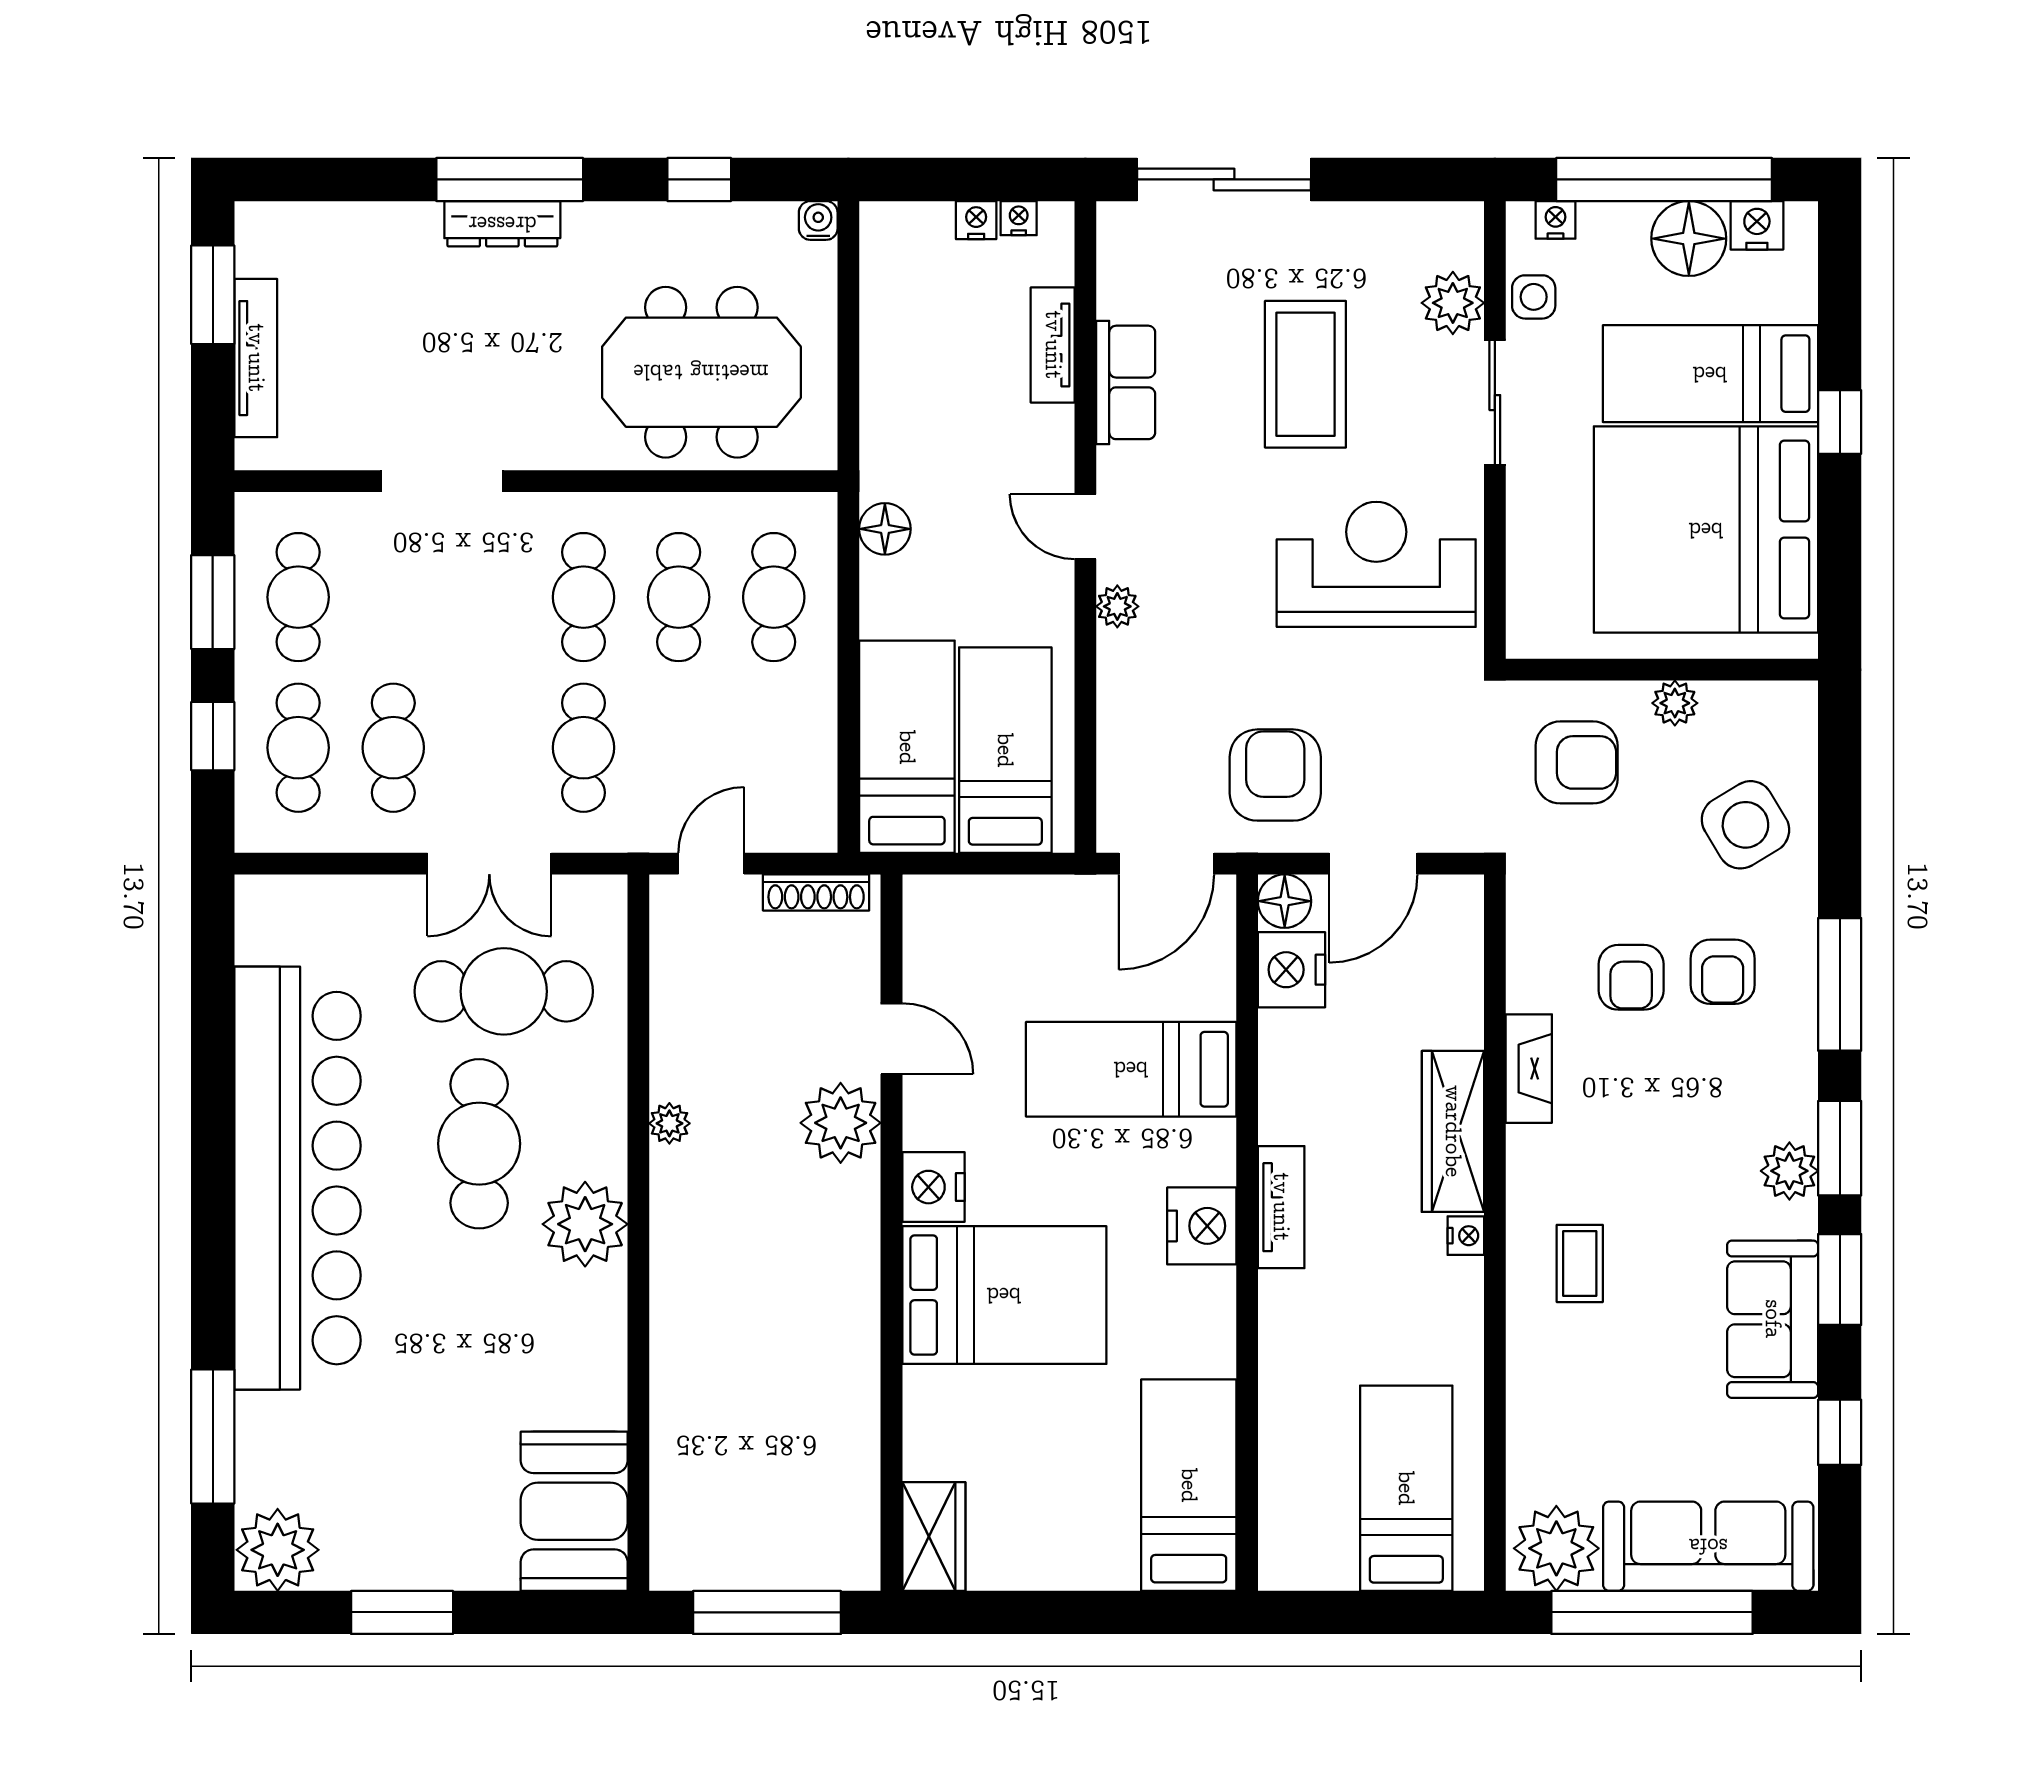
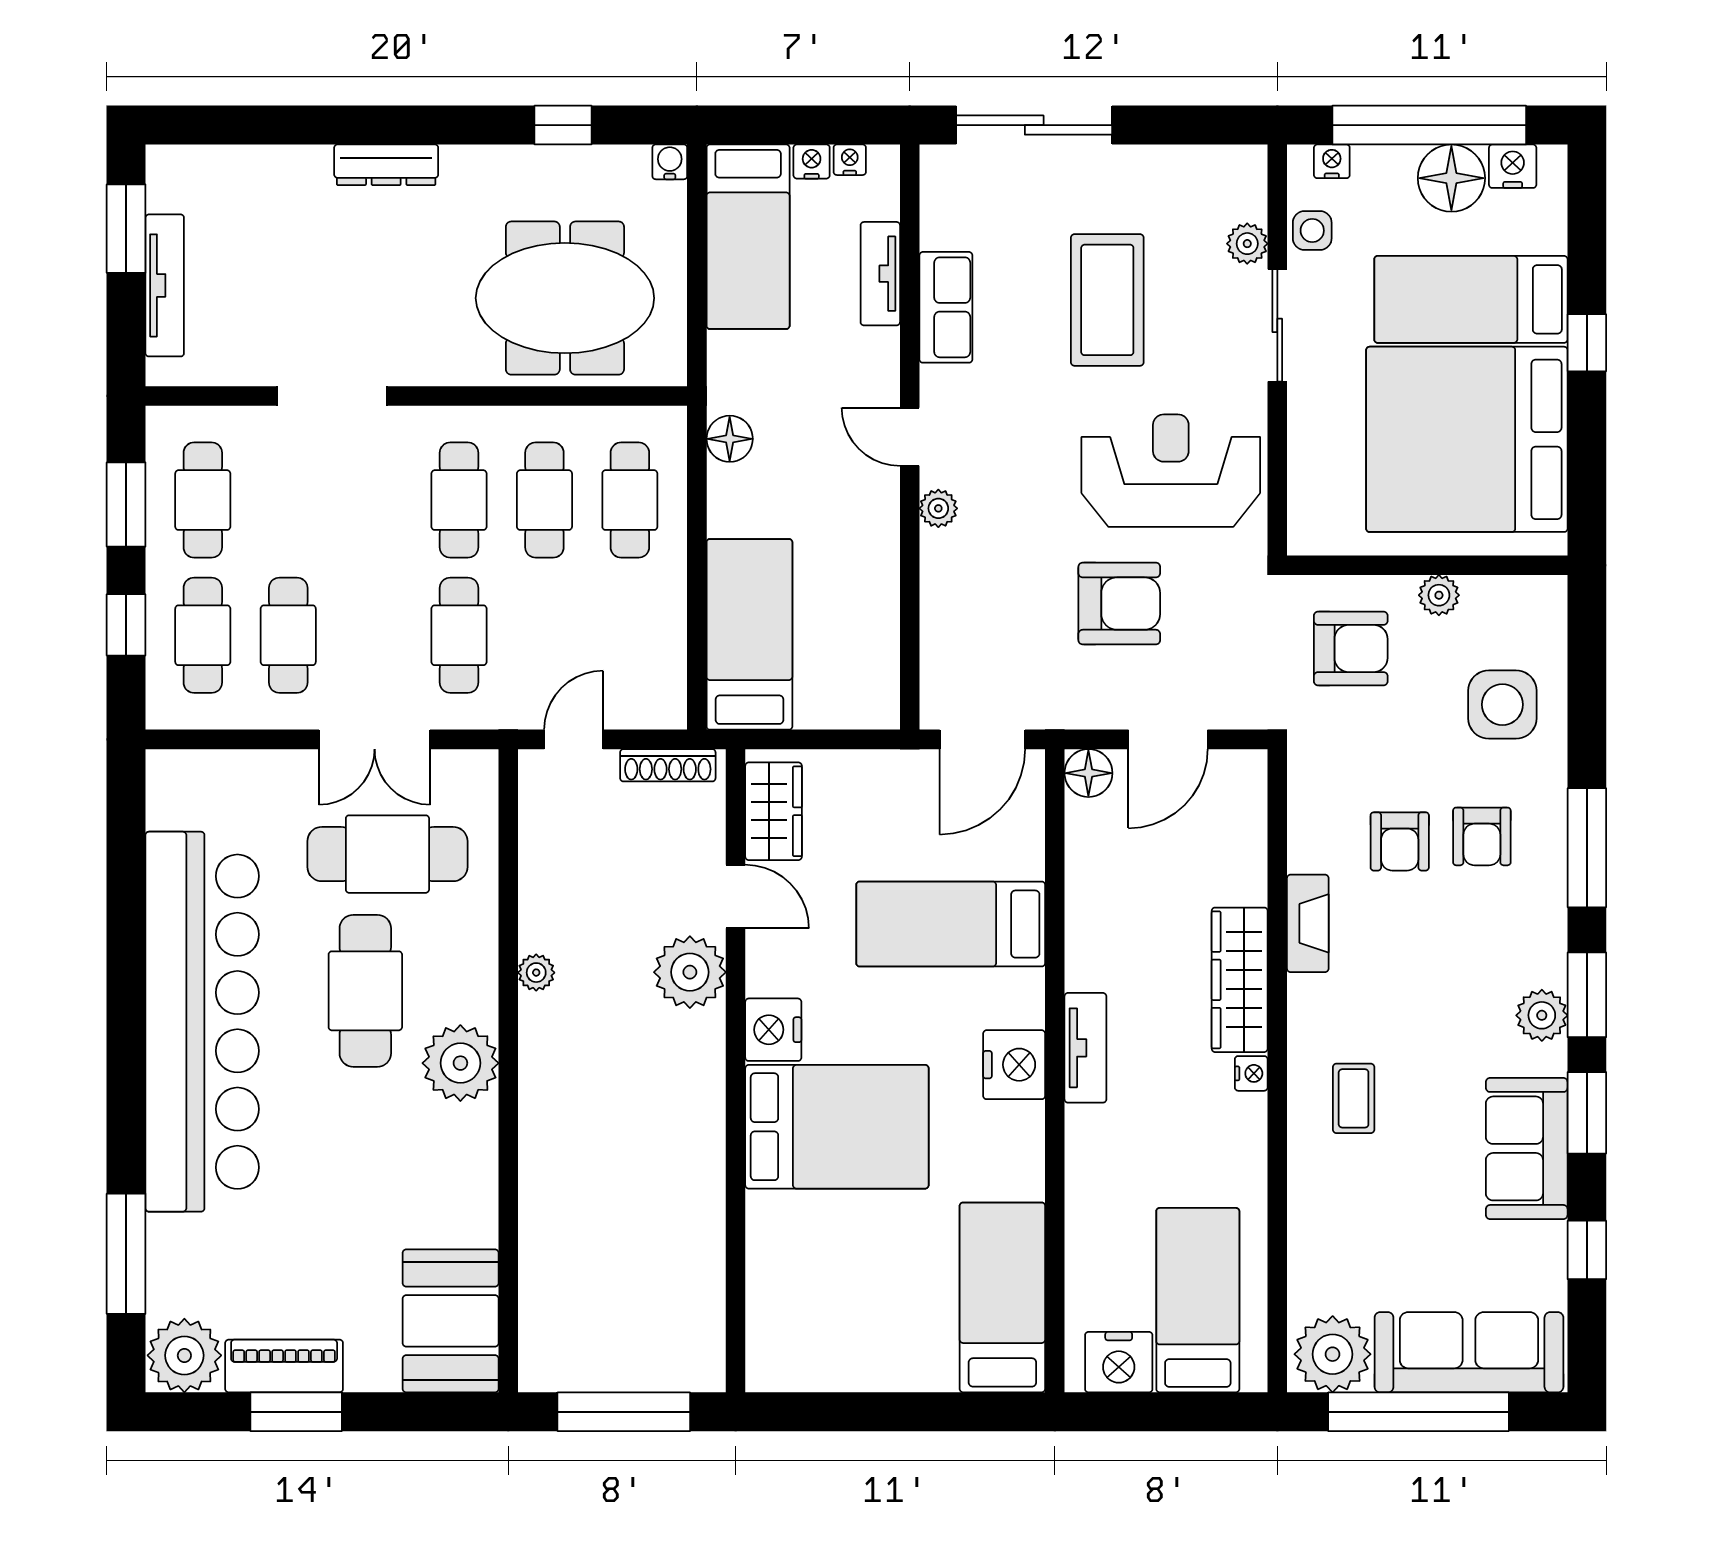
window: (510, 179) -> (393, 125), removed
plant: (1453, 303) -> (1247, 244), width x0.73, depth x0.73
bed: (1005, 750) -> (748, 237), moved, turned 180
armchair: (1275, 775) -> (1119, 604), moved, turned 90
side table: (1745, 825) -> (1502, 705), turned 31
nightstand: (1291, 970) -> (1119, 1362), moved, turned -90
wardrobe: (934, 1537) -> (774, 811), moved
piano: (389, 1562) -> (284, 1366), added

